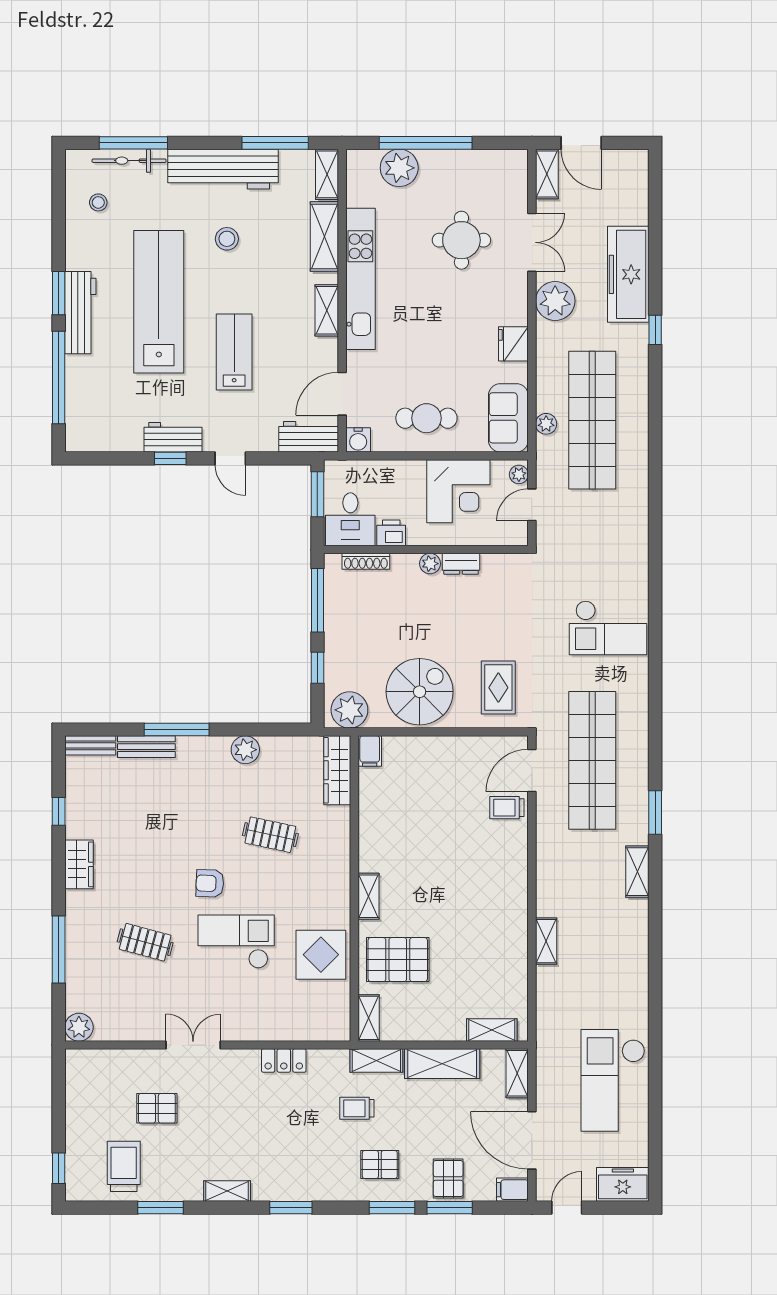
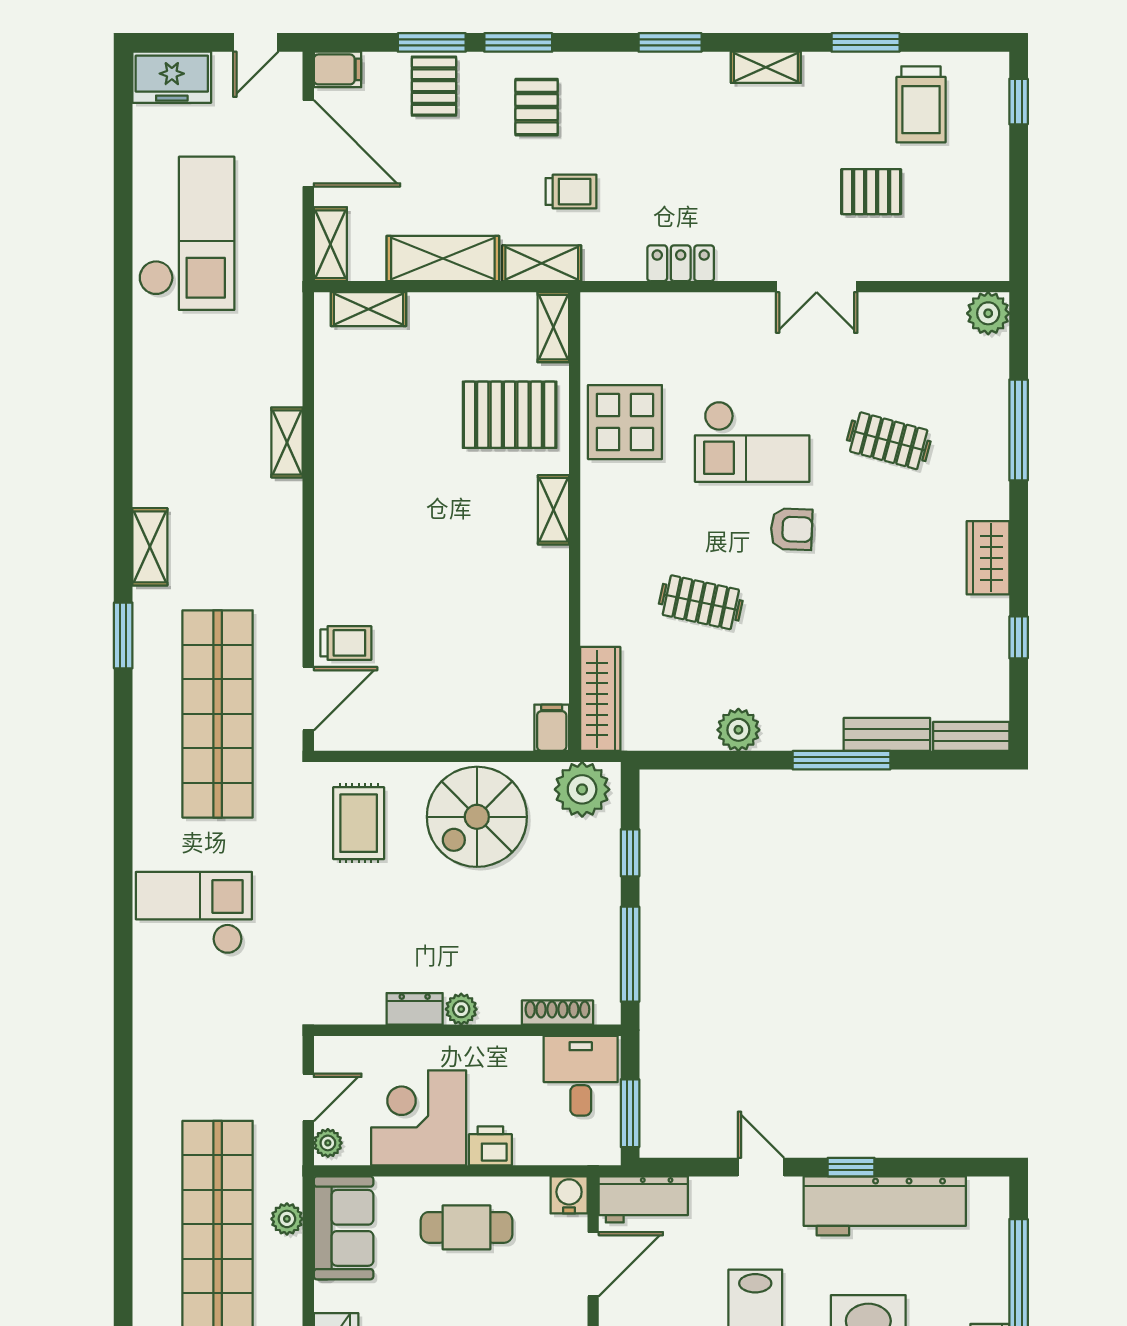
workbench: (173, 437) -> (885, 1206), width x1.88, depth x1.32
printer: (391, 533) -> (490, 1146), moved, turned 180
pallet: (380, 1165) -> (537, 107), turned 90

